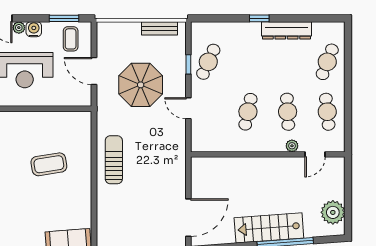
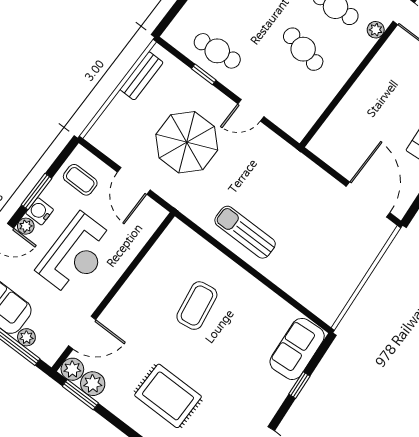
window: (64, 18) -> (36, 192), moved
cafe table: (208, 62) -> (217, 51), turned -30
door: (94, 71) -> (134, 181), hinge flipped

